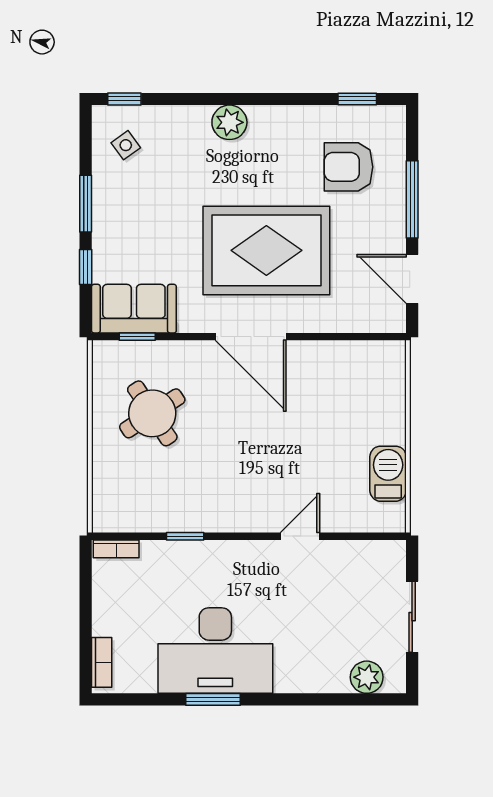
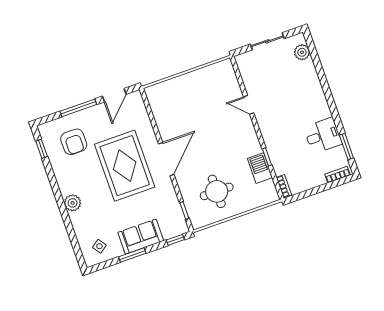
window: (124, 99) -> (79, 254), removed
window: (86, 267) -> (175, 240), moved
sofa: (134, 309) -> (141, 237), moved, turned 90
round table: (152, 413) -> (217, 191), turned 33
barbecue: (388, 474) -> (260, 168), moved, turned 90
desk: (215, 651) -> (323, 136), width x0.53, depth x0.77
window: (213, 699) -> (346, 147), moved

